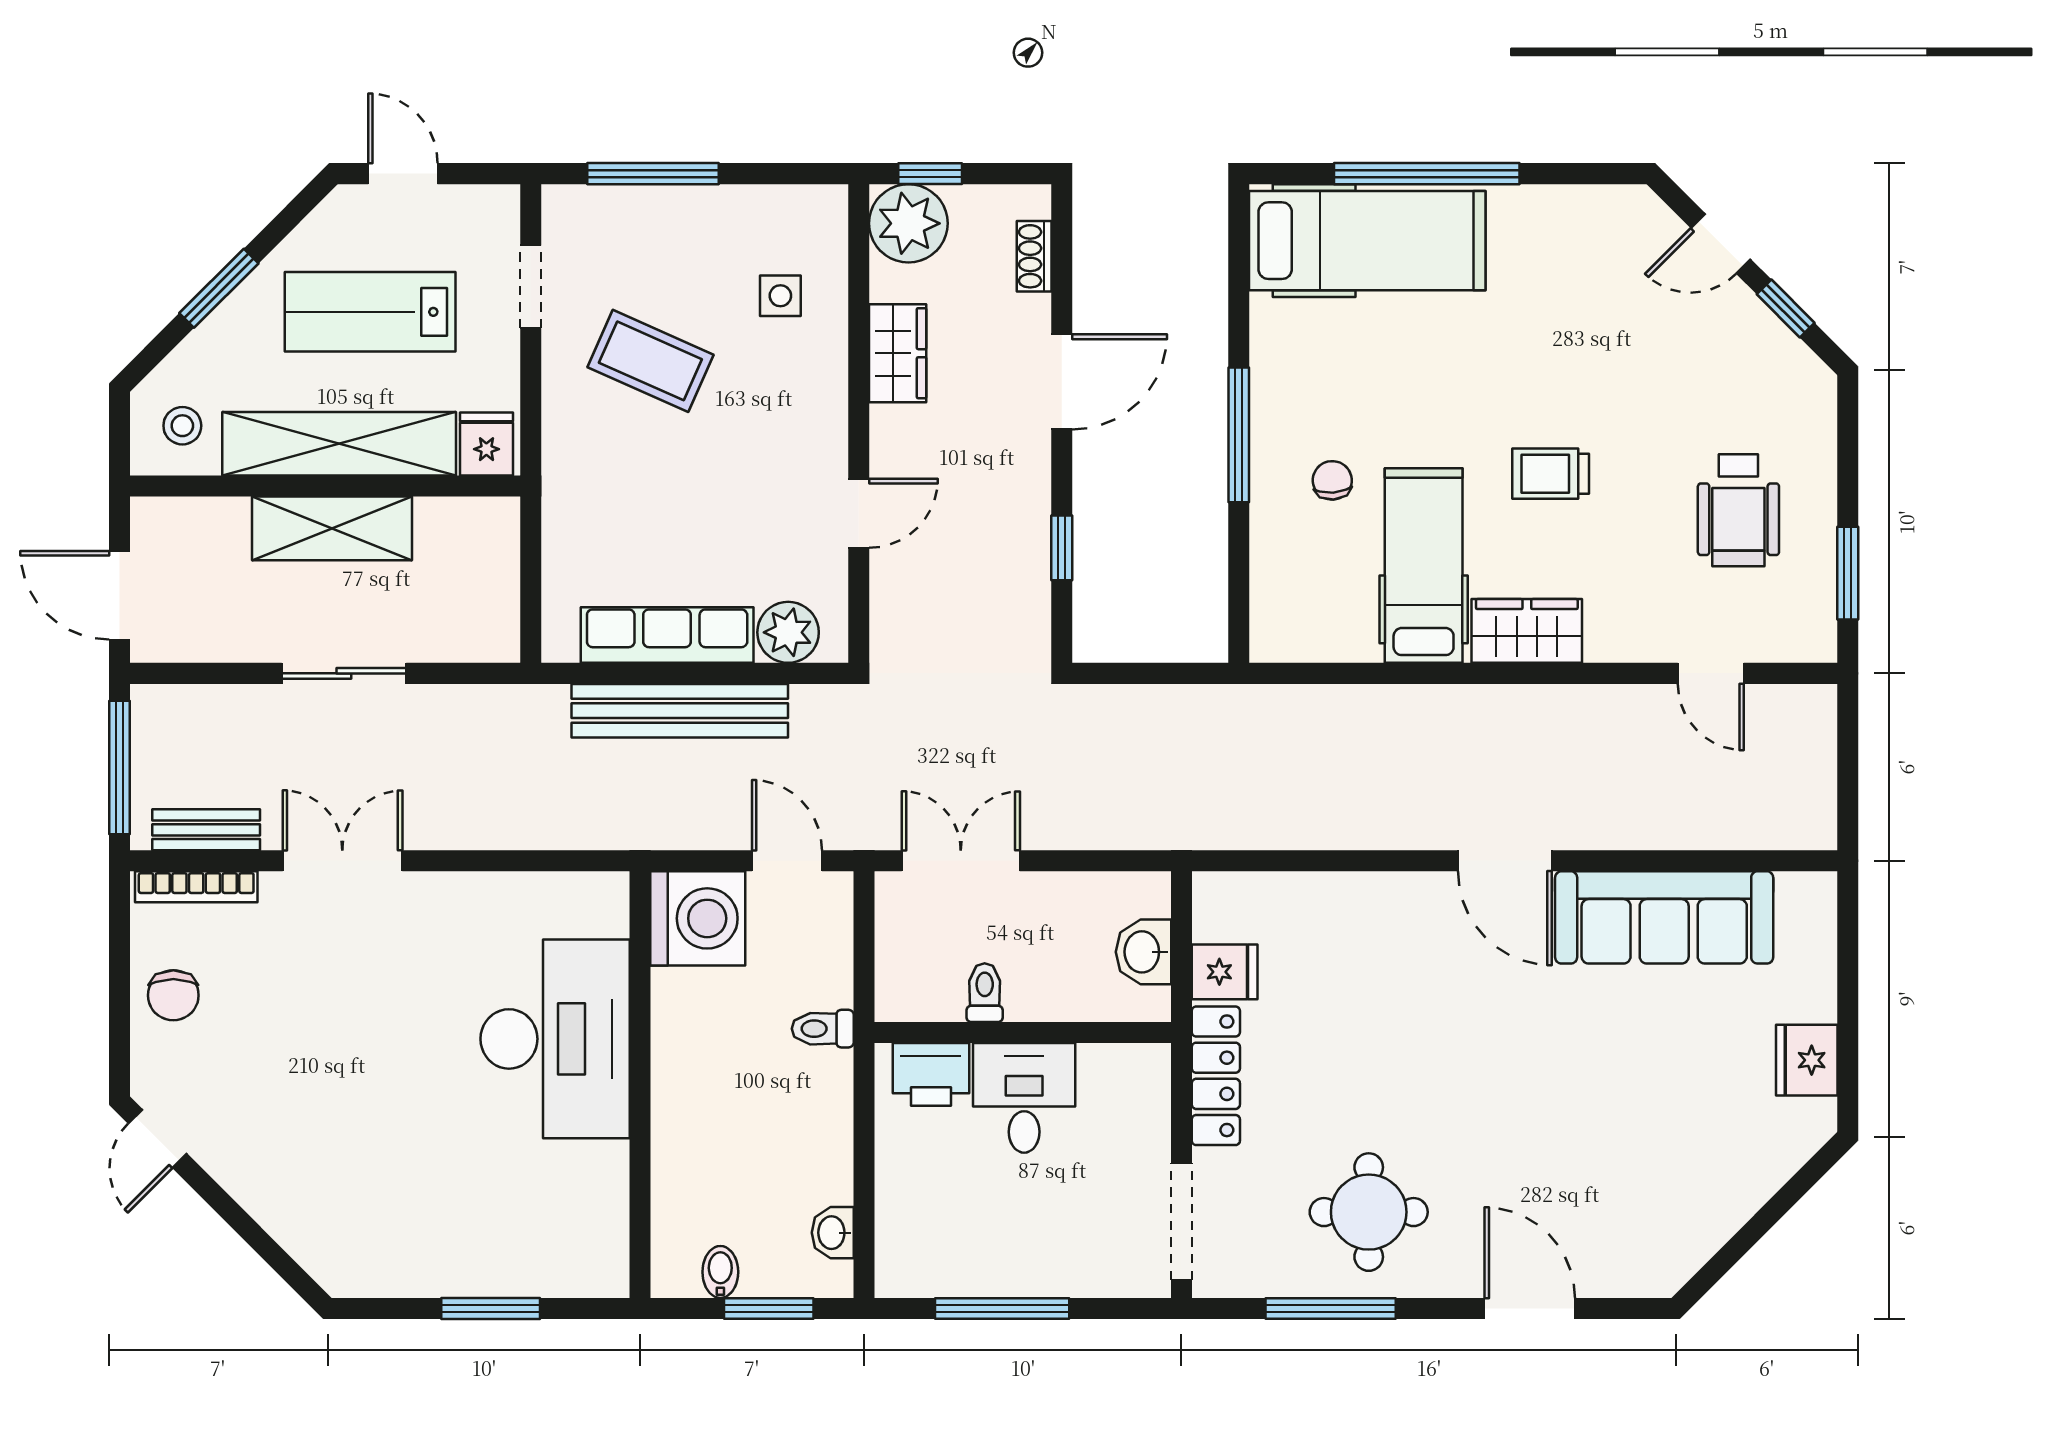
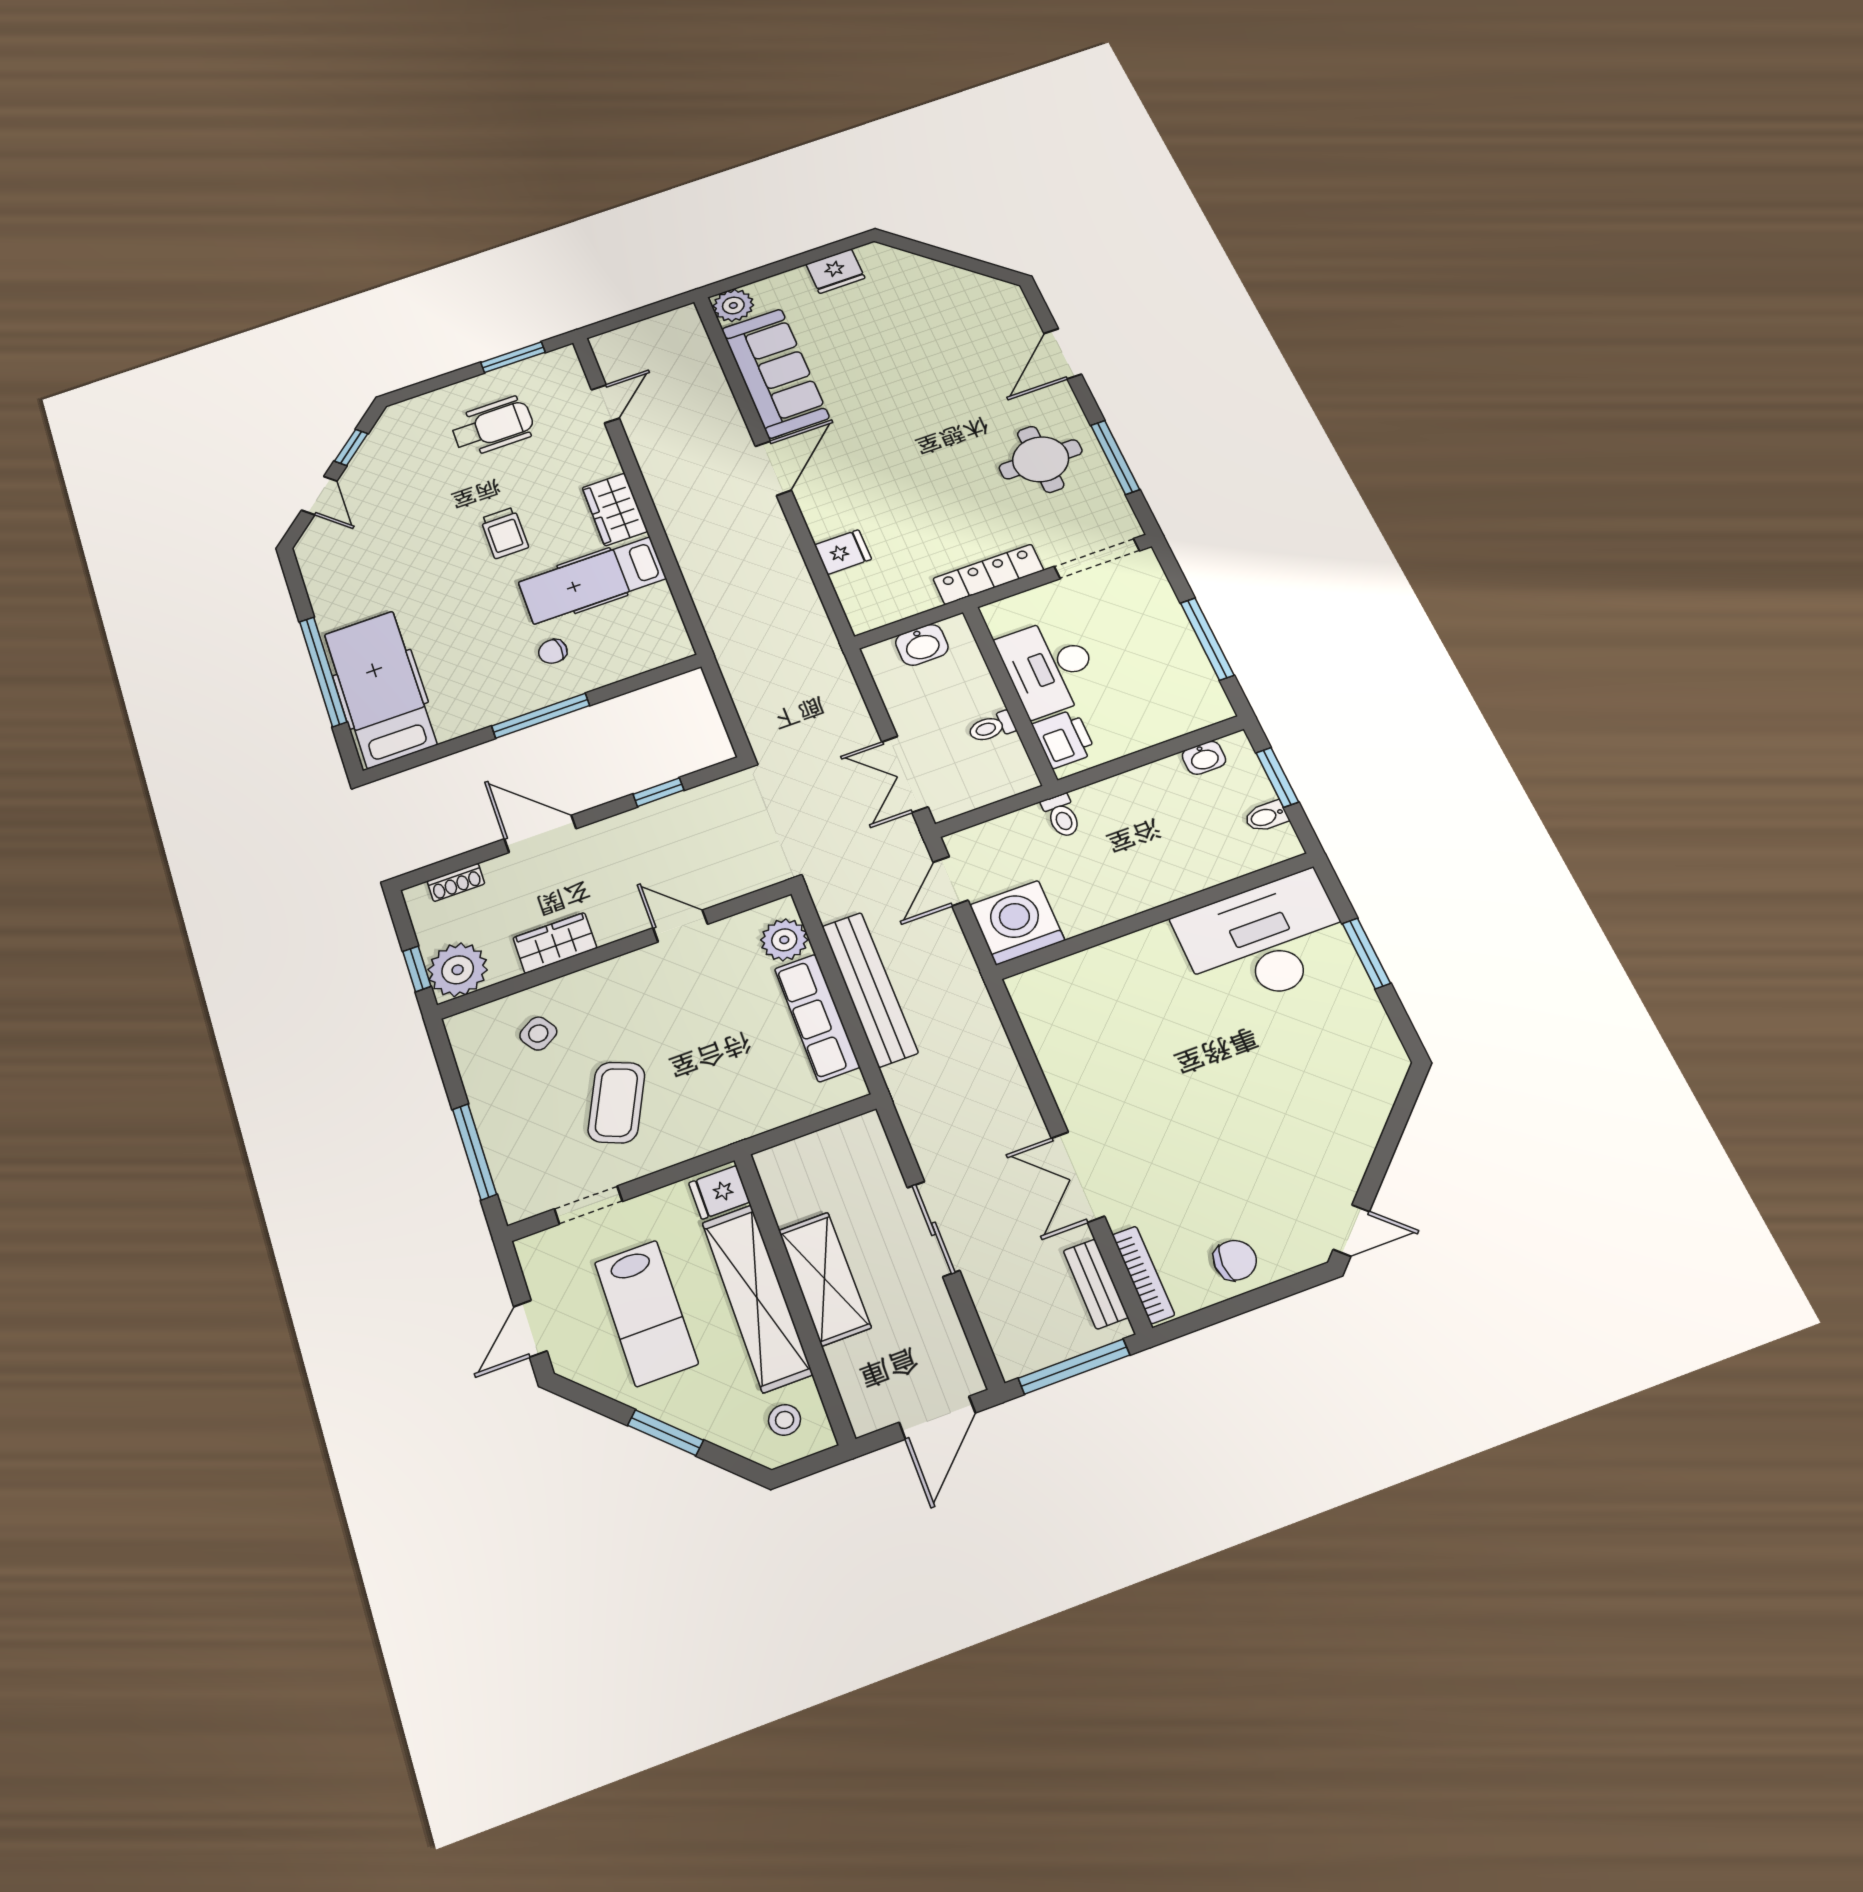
side table: (780, 296) -> (538, 1033), turned -32
plant: (1807, 901) -> (733, 305), added
fridge: (1225, 972) -> (843, 552), moved, turned 90
desk: (555, 1039) -> (1265, 941), moved
desk: (1024, 1098) -> (1049, 667), width x1.37

